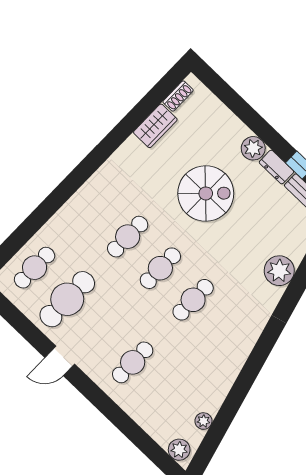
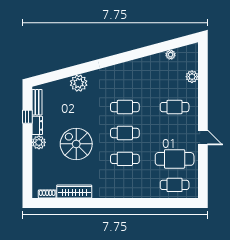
wardrobe: (155, 126) -> (74, 192), width x1.50
plant: (179, 450) -> (192, 77), moved

